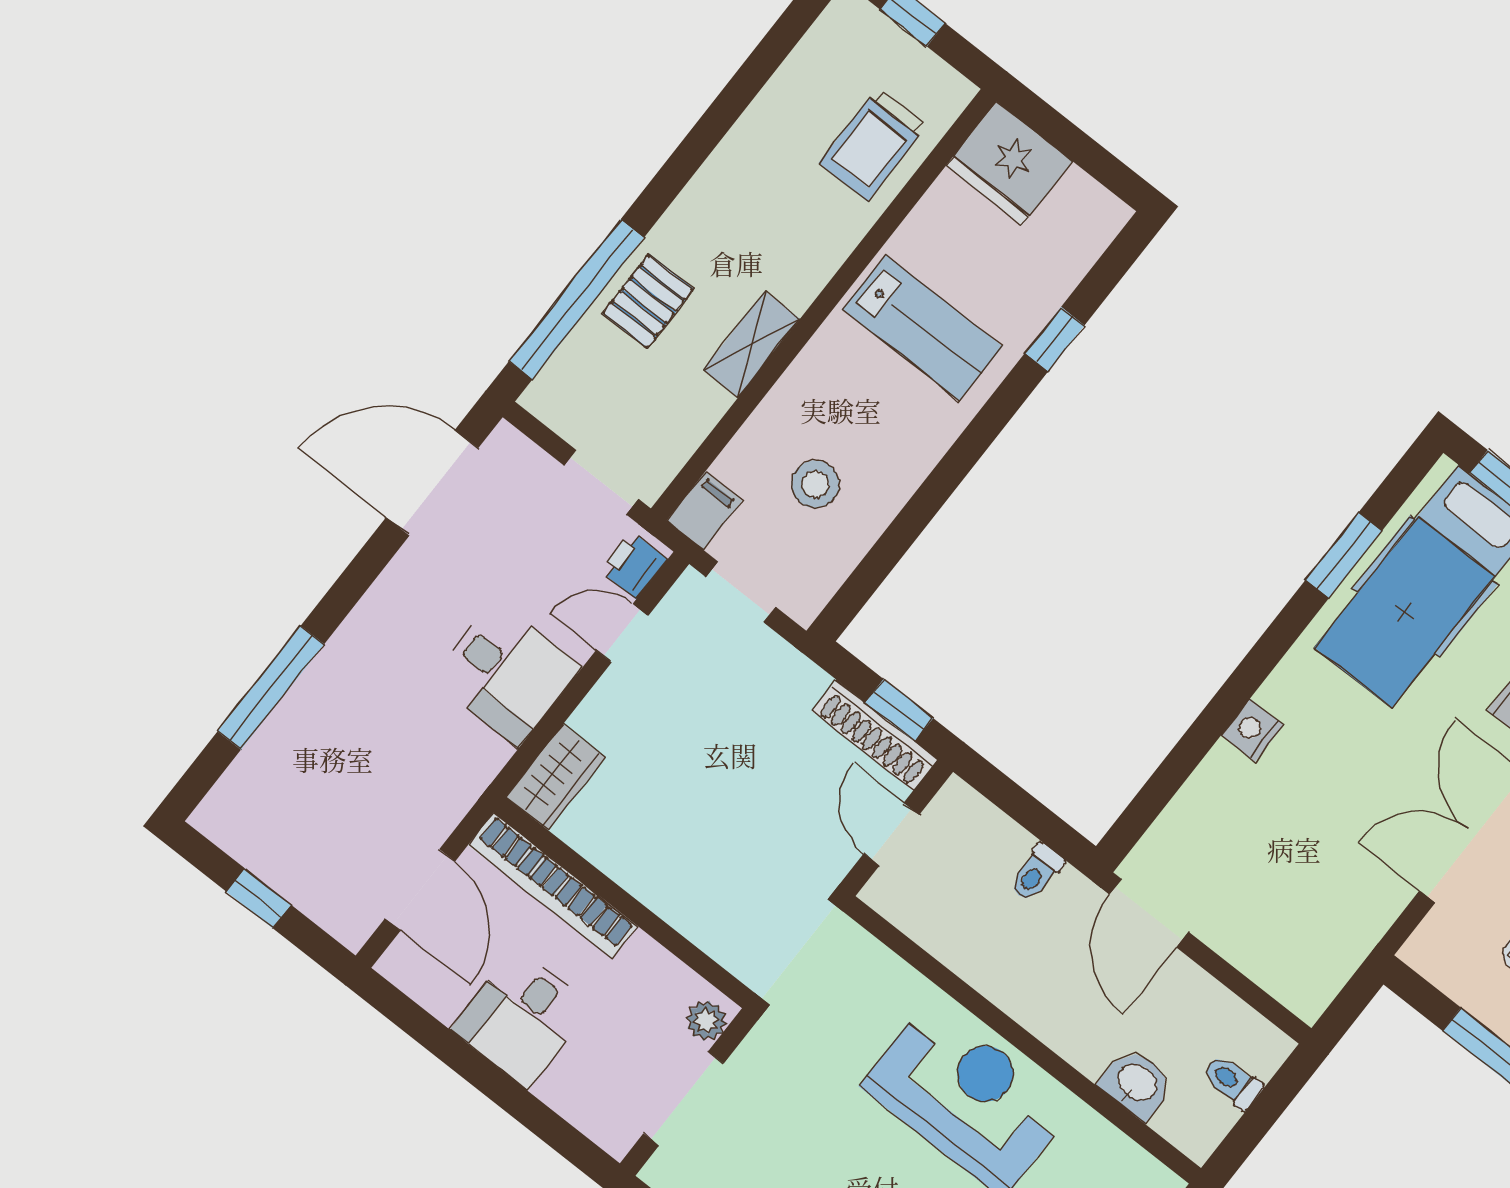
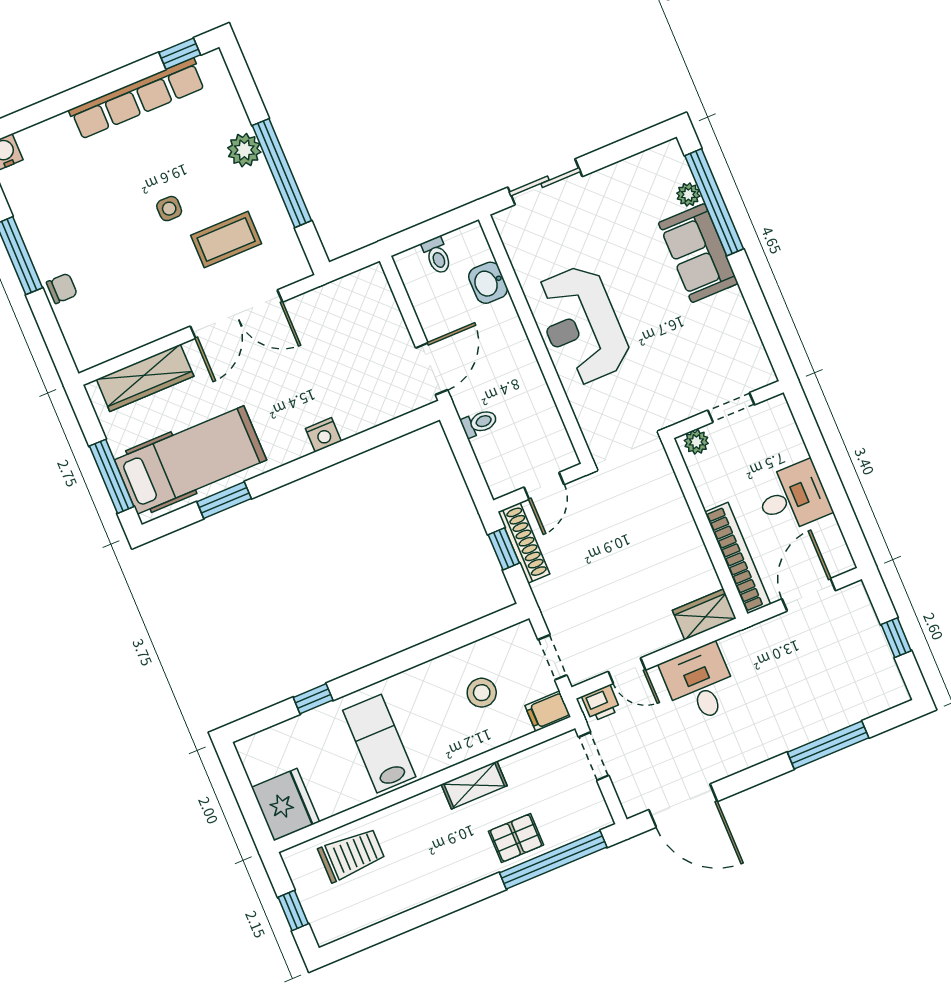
doorway: (684, 1099) -> (731, 408), width x0.73

